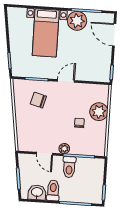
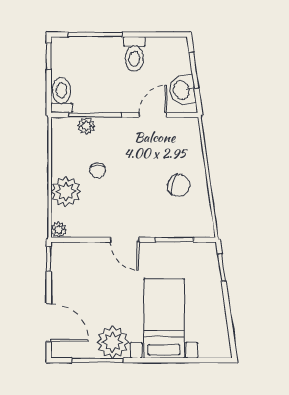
door: (66, 81) -> (125, 240), hinge flipped
plant: (105, 89) -> (59, 230), added
chair: (38, 100) -> (179, 185), moved
plant: (64, 149) -> (86, 126), moved
door: (45, 154) -> (153, 115), hinge flipped
toilet: (69, 167) -> (61, 95), moved
washbasin: (37, 192) -> (182, 90), moved, turned 82

